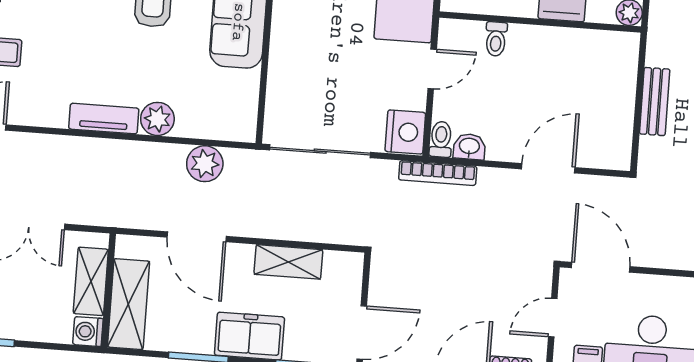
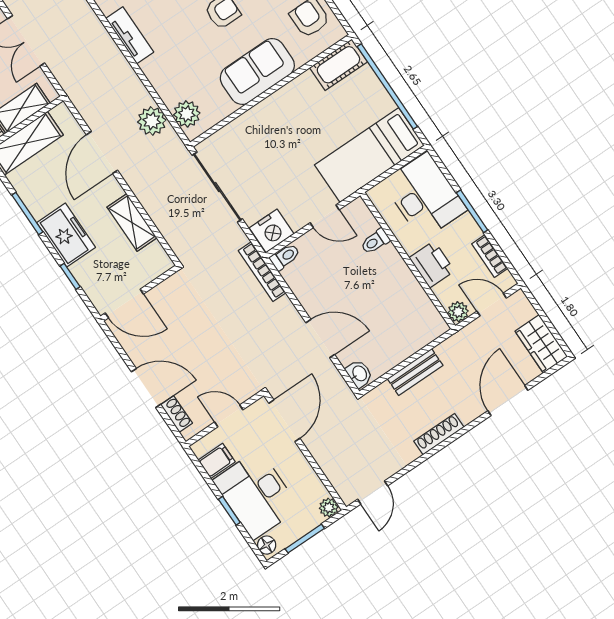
plant: (157, 119) -> (187, 114), moved
washbasin: (469, 147) -> (359, 374), moved

